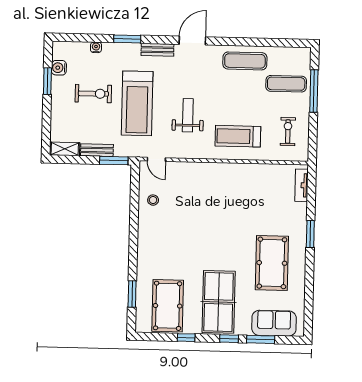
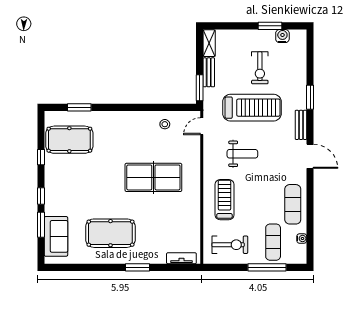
water cooler: (96, 47) -> (302, 238), moved
treadmill: (137, 103) -> (252, 108), turned 180
exercise bike: (288, 131) -> (230, 245), width x1.38, depth x1.39
table tennis table: (219, 302) -> (153, 177), moved

